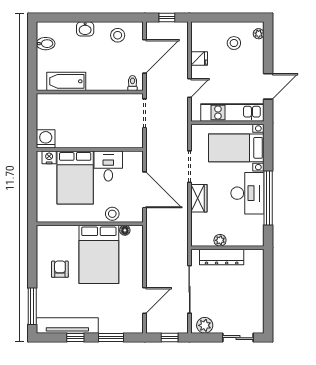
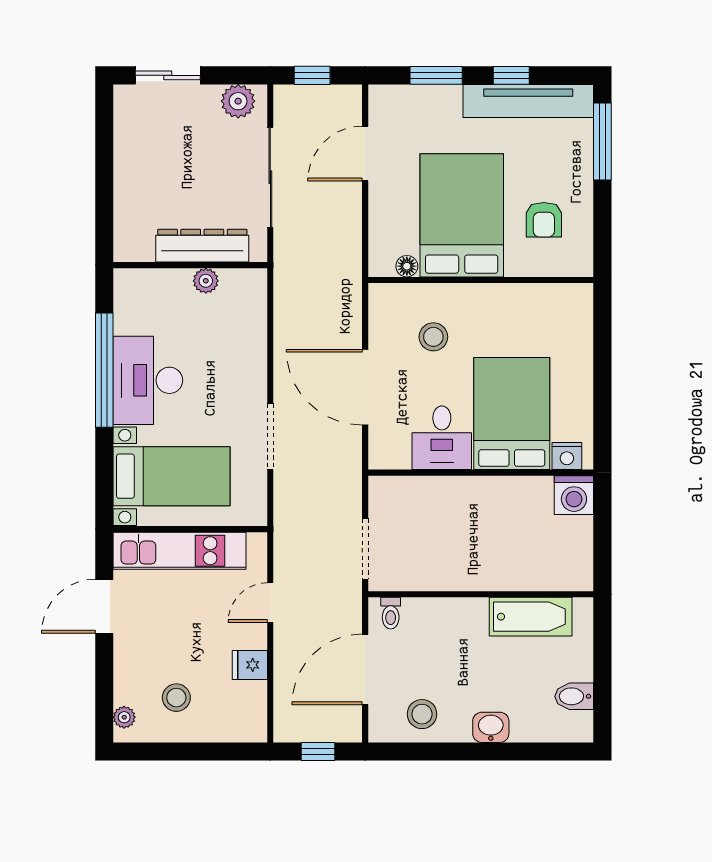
wardrobe: (199, 198) -> (250, 370), removed
wall: (90, 224) -> (481, 280), moved
floor lamp: (125, 230) -> (407, 266), moved
bed: (99, 254) -> (462, 215), moved

